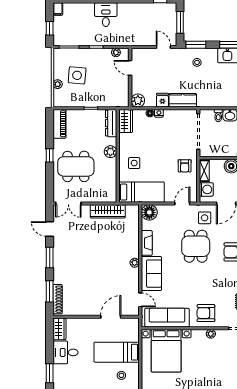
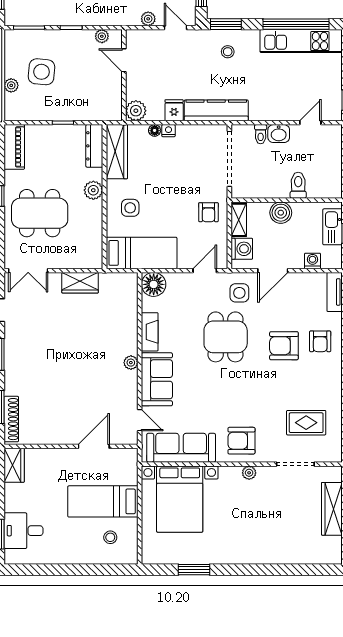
plant: (146, 41) -> (148, 19), added
kitchen counter: (183, 100) -> (216, 110), width x1.50
wardrobe: (126, 121) -> (117, 152), width x1.50
wardrobe: (108, 211) -> (80, 283), width x0.67
desk: (65, 352) -> (24, 531), moved

